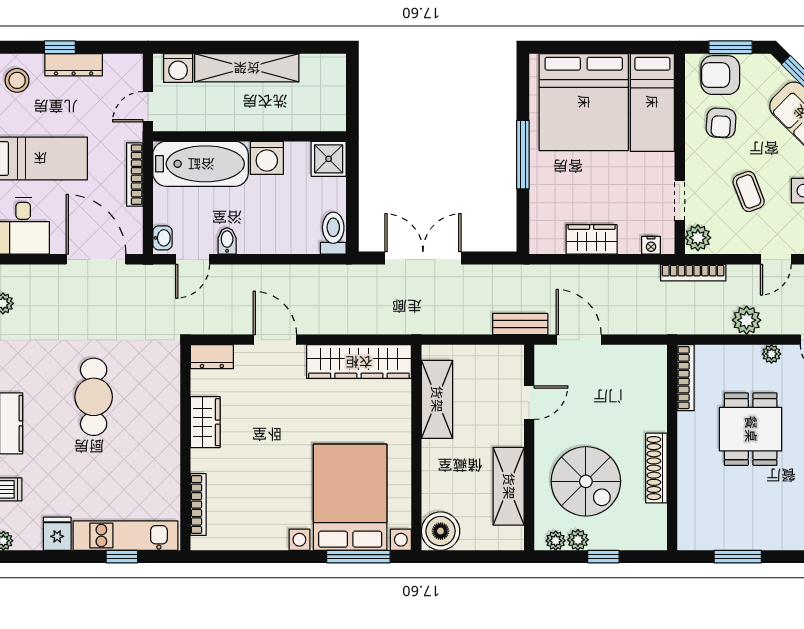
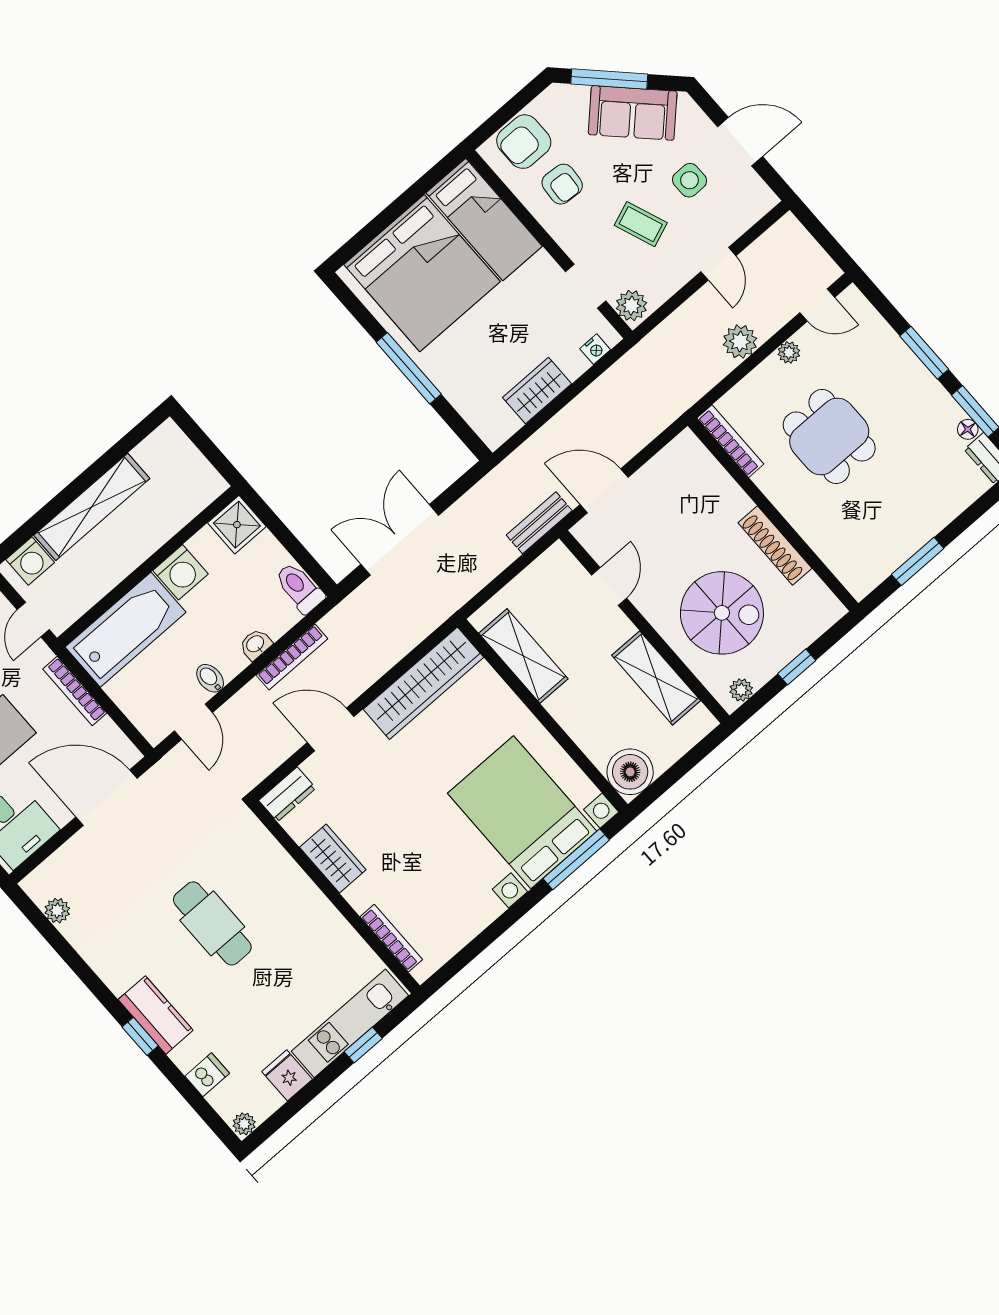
window: (730, 47) -> (511, 108), removed
washbasin: (162, 238) -> (256, 644), moved, turned -90
bookcase: (693, 273) -> (292, 657), moved
plant: (578, 540) -> (761, 672), removed

